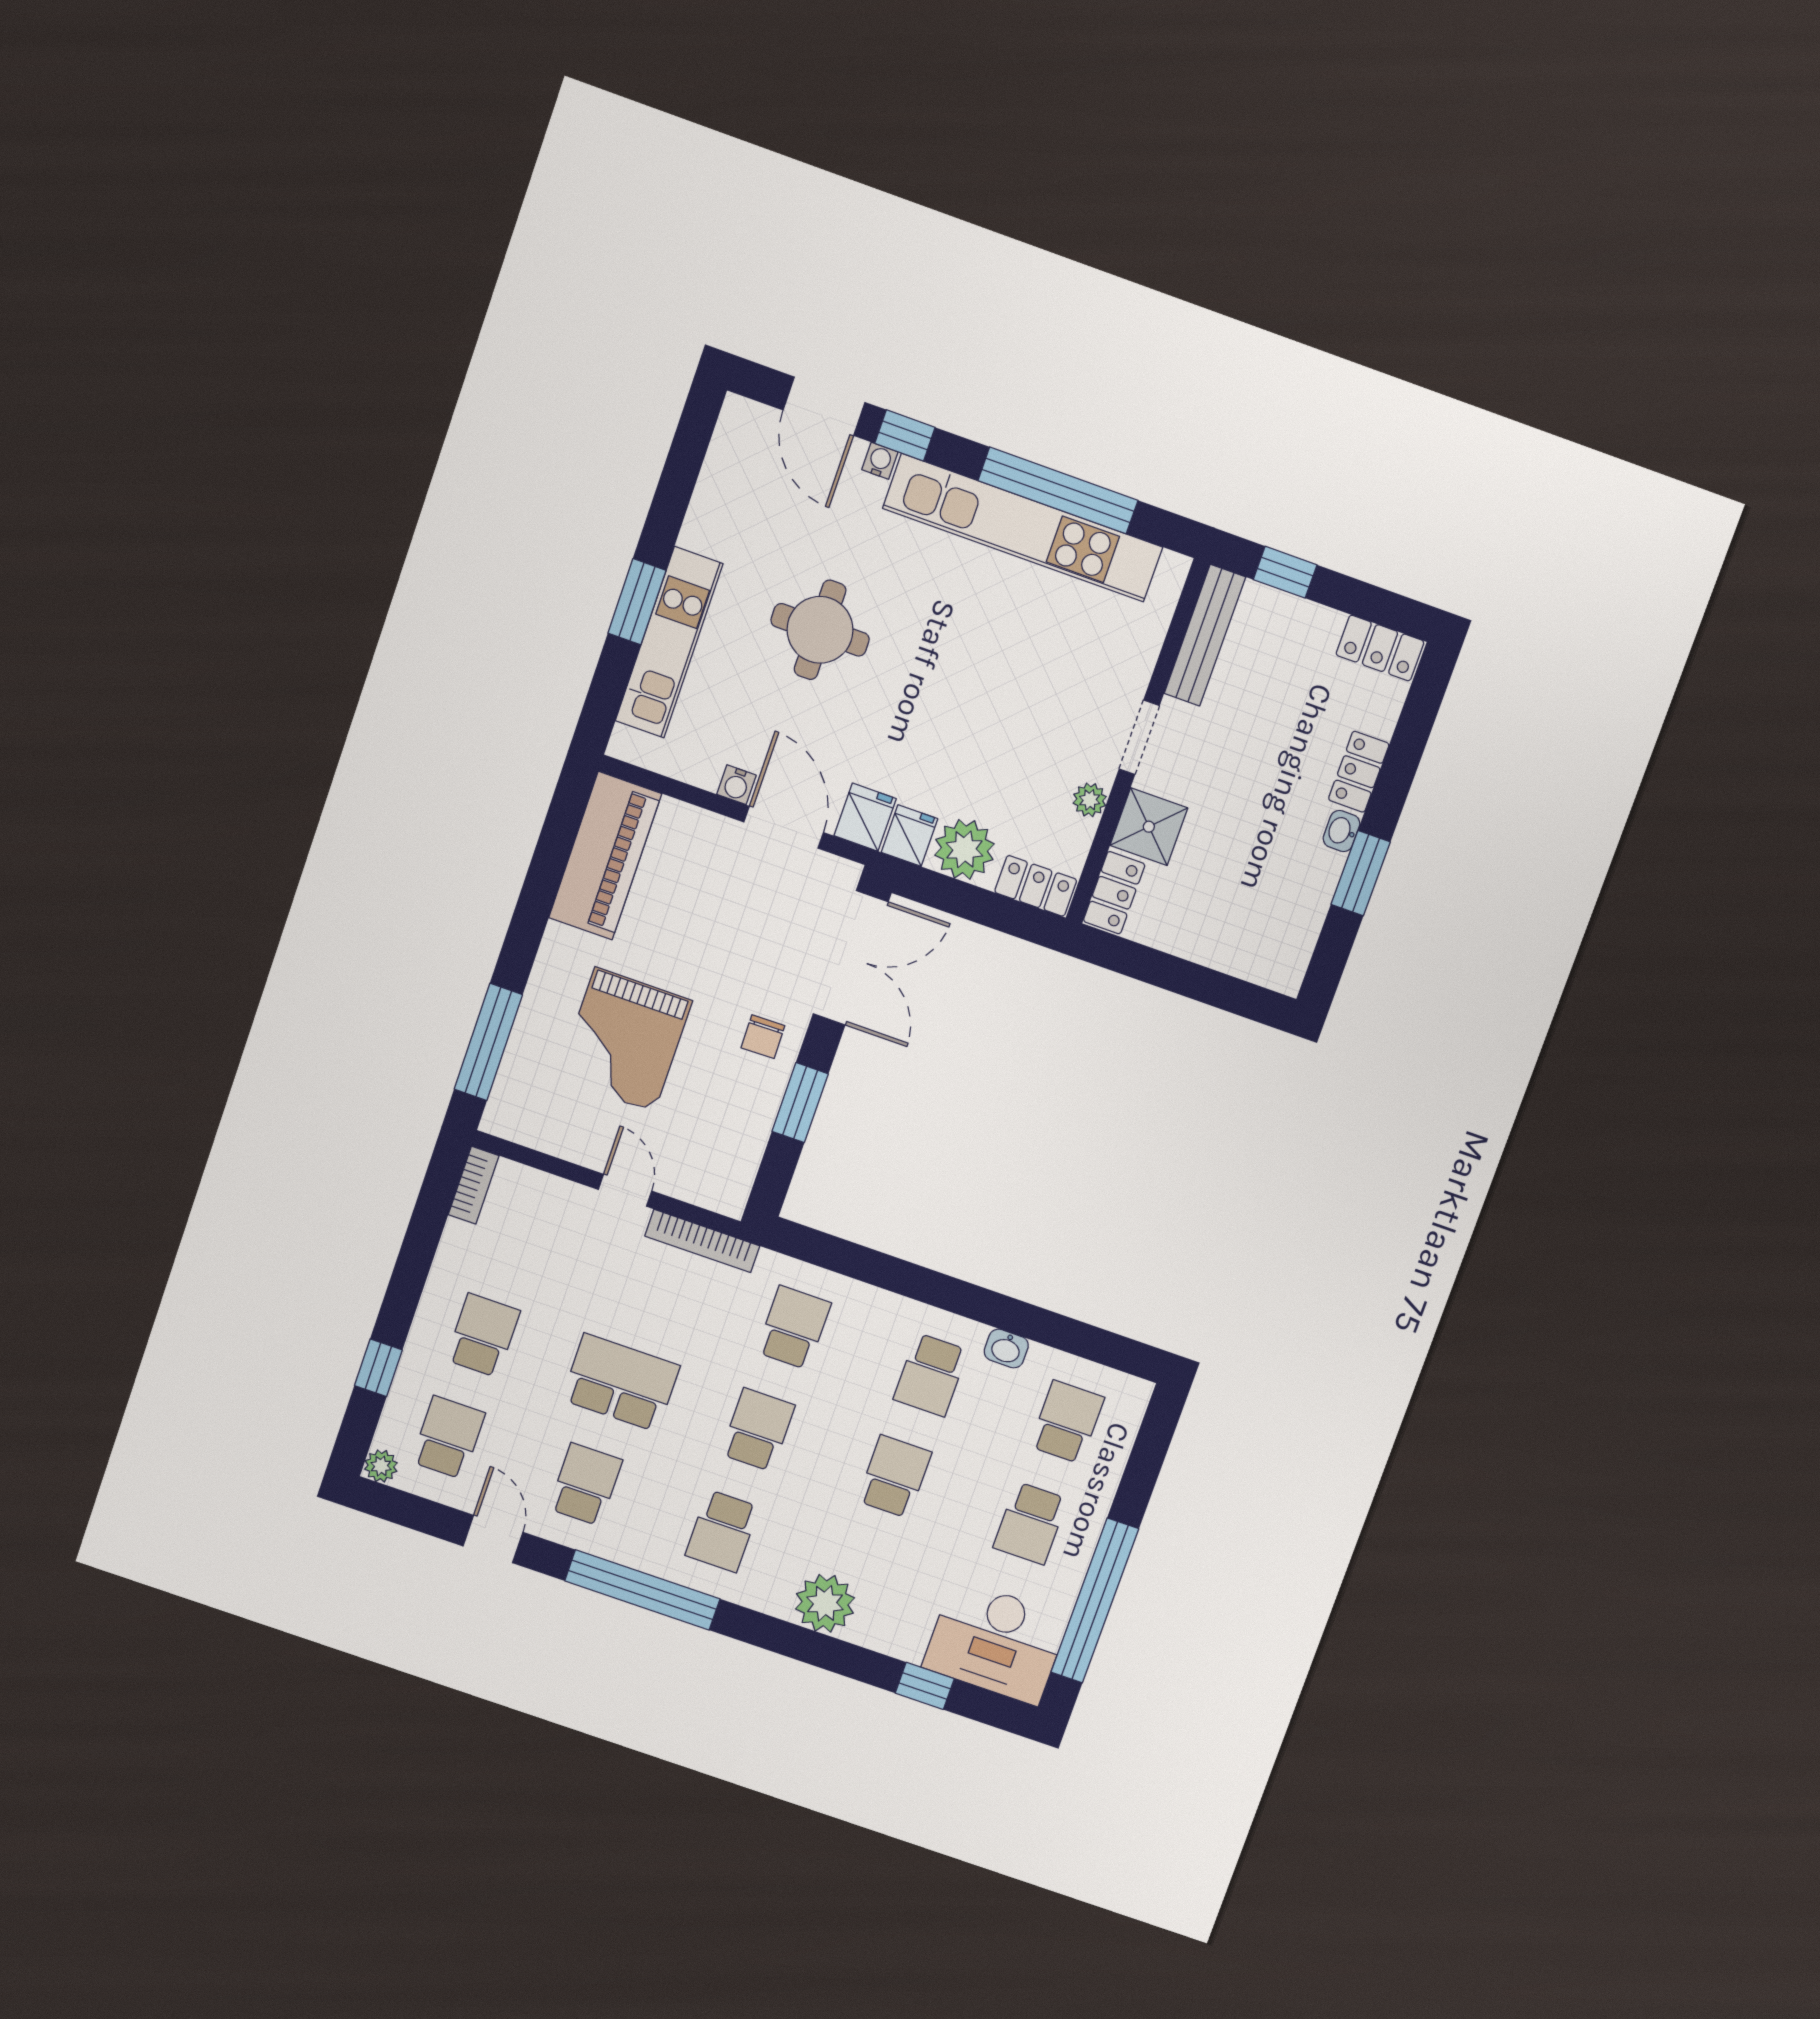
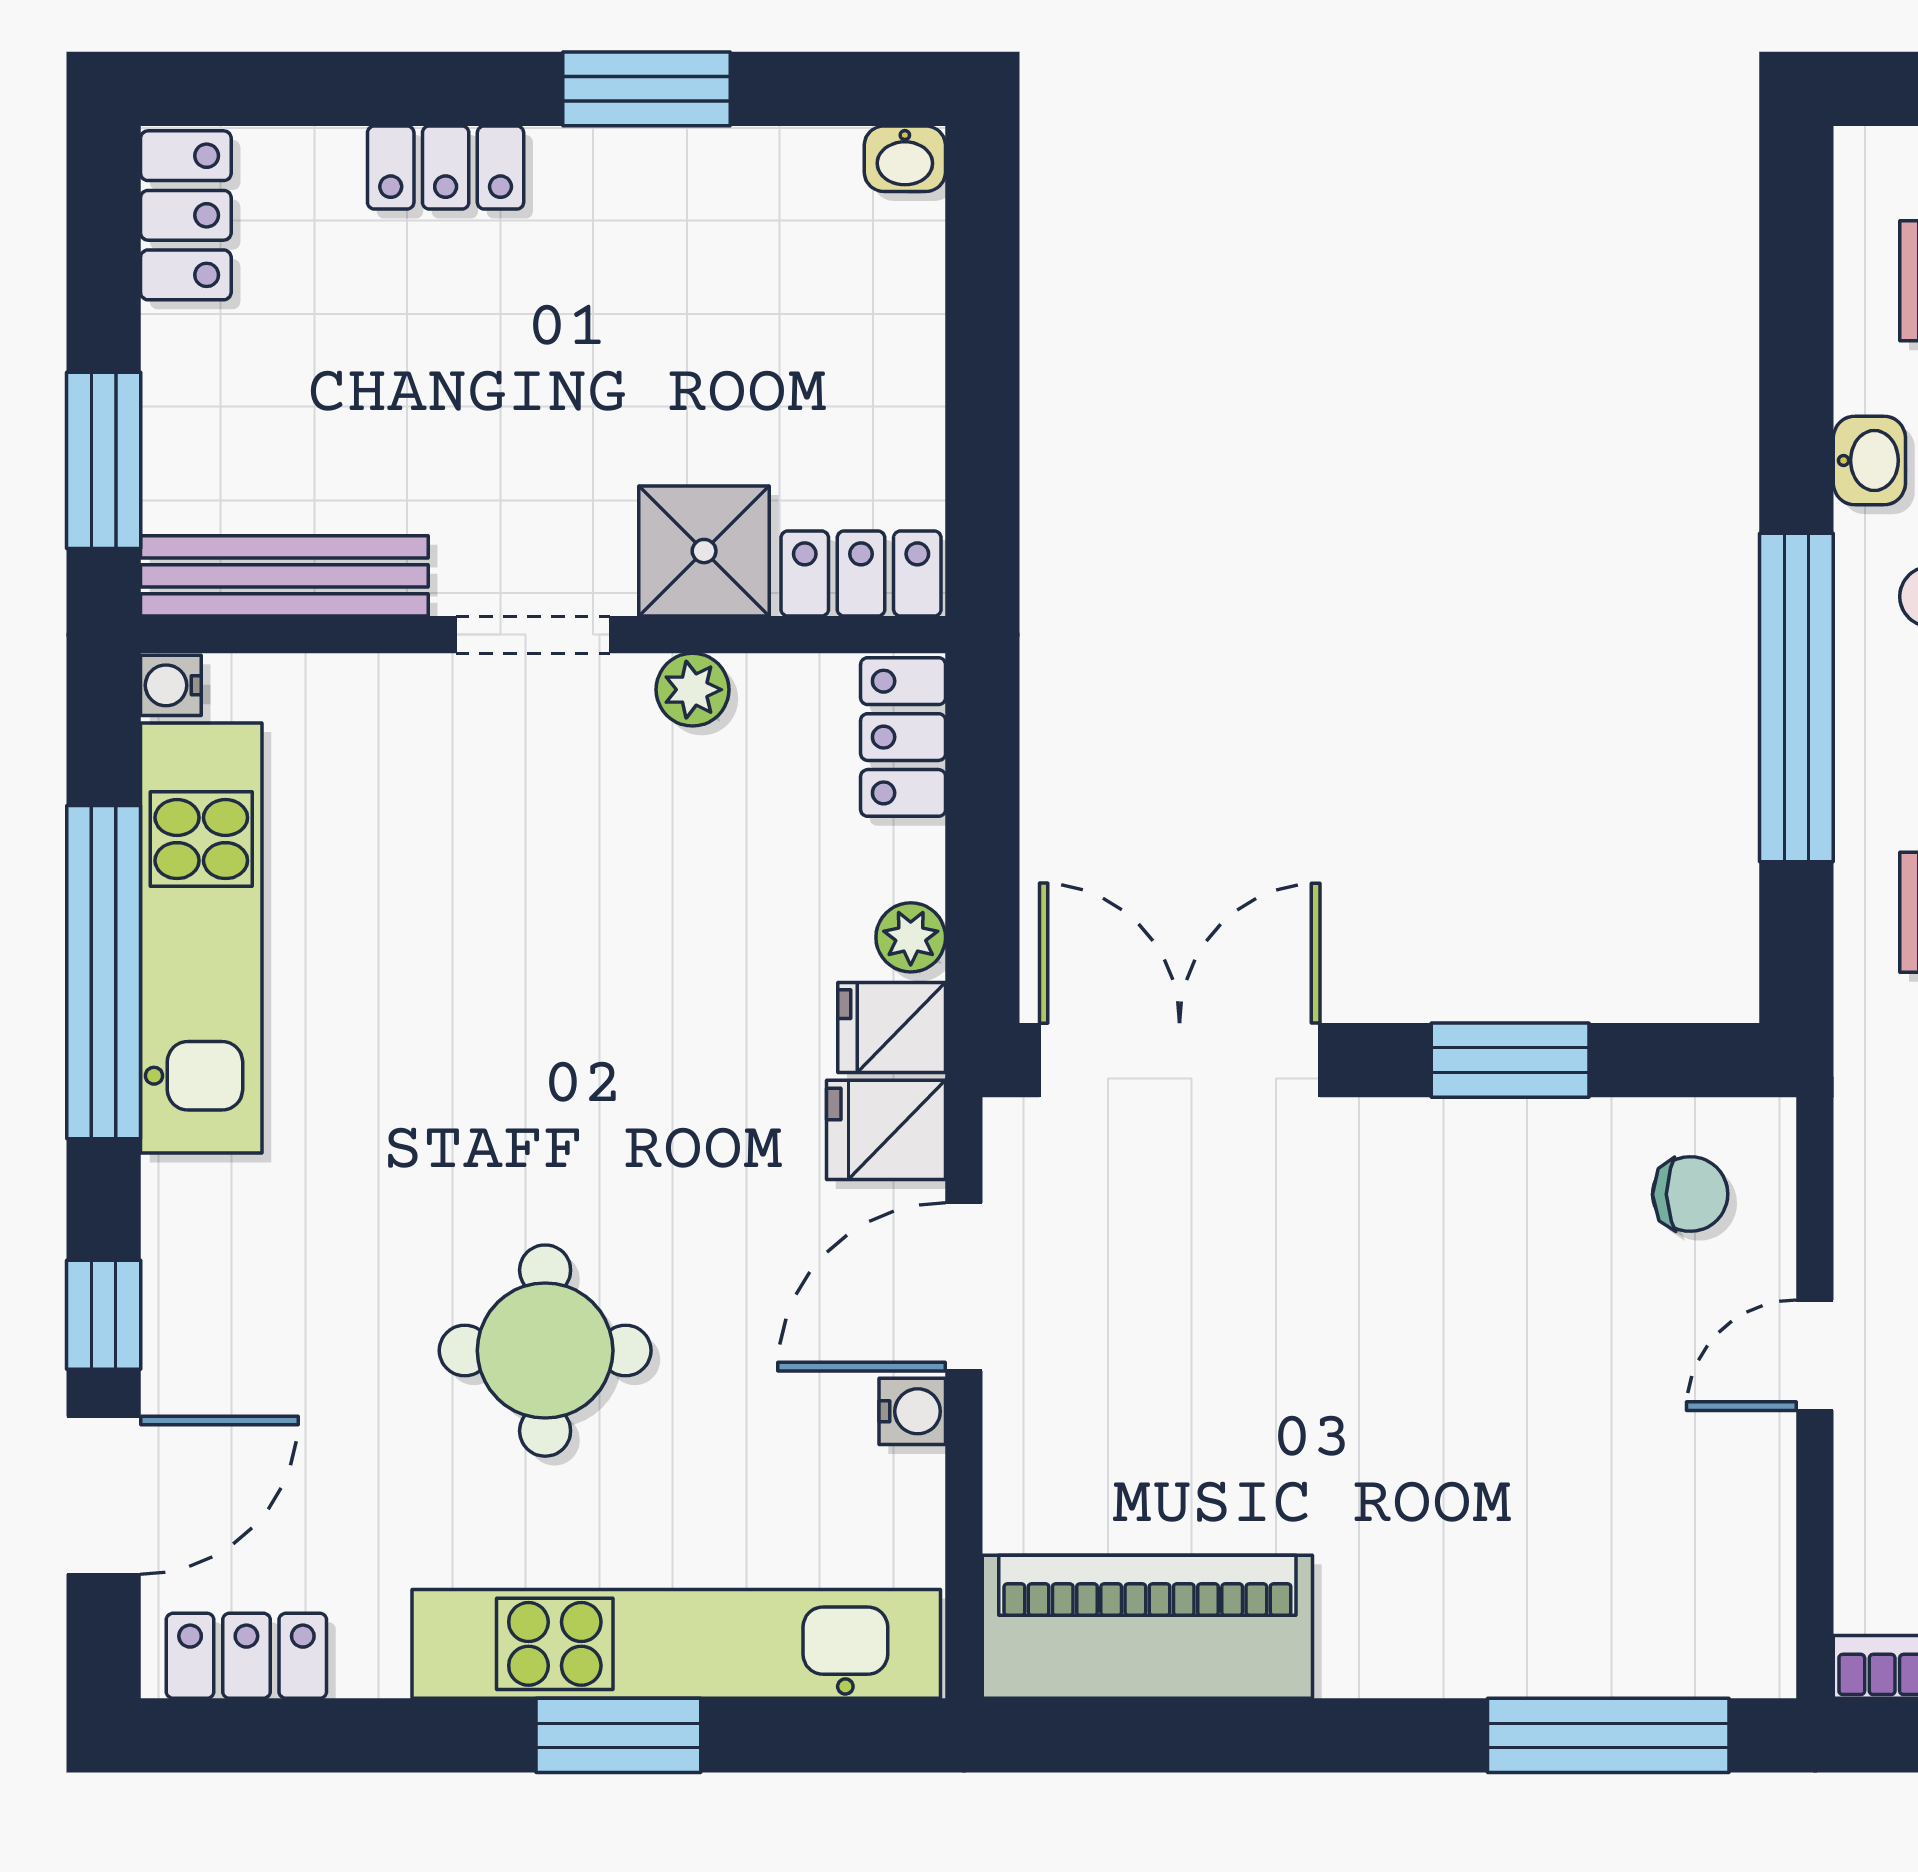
locker: (730, 446) -> (246, 1656), added
water cooler: (880, 461) -> (171, 685), moved
kitchen unit: (1023, 528) -> (201, 938), width x0.73
window: (1285, 572) -> (104, 460), width x1.50
kitchen unit: (669, 642) -> (676, 1644), width x1.36
washbasin: (1341, 831) -> (905, 159), moved
plant: (964, 849) -> (911, 937), width x0.53, depth x0.53
chair: (763, 1037) -> (1690, 1194), moved
grand piano: (625, 1040) -> (1507, 1461), removed
bookcase: (702, 1241) -> (1865, 1161), removed
window: (915, 1282) -> (1796, 697), added

